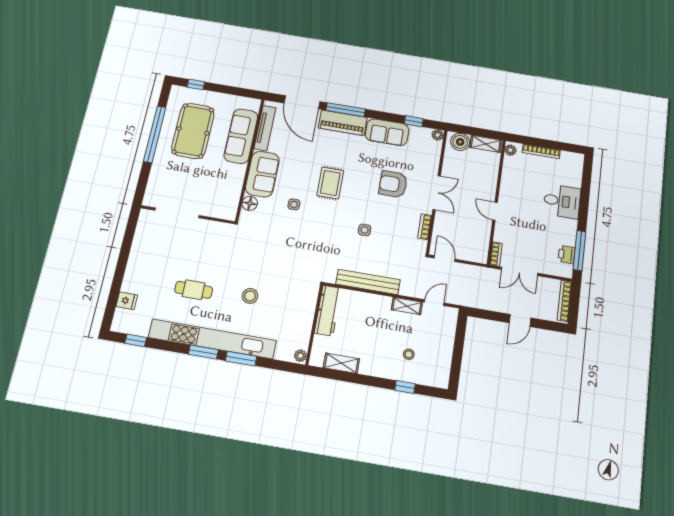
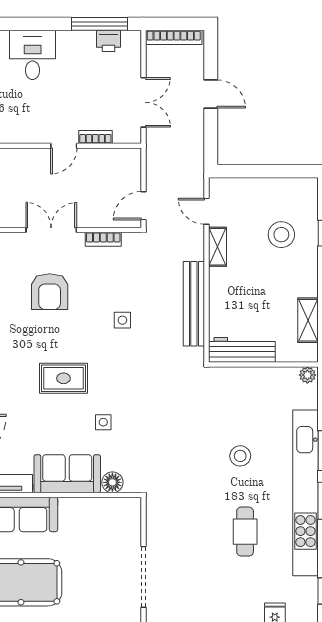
bookcase: (496, 254) -> (95, 137), moved
stool: (409, 354) -> (281, 235), width x1.89, depth x1.89

